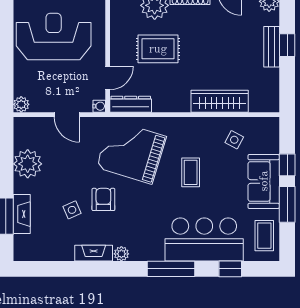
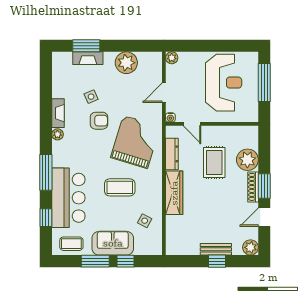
wardrobe: (220, 101) -> (174, 193), moved
dresser: (131, 104) -> (172, 154), moved
coffee table: (191, 172) -> (120, 187), width x1.36, depth x1.30

